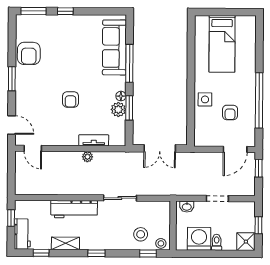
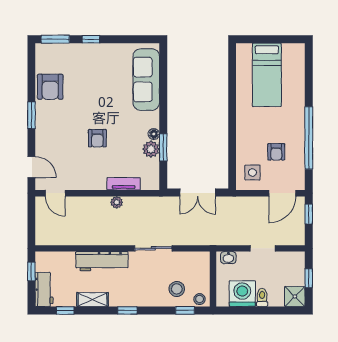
window: (129, 63) -> (163, 97), removed
side table: (205, 99) -> (252, 172), moved

